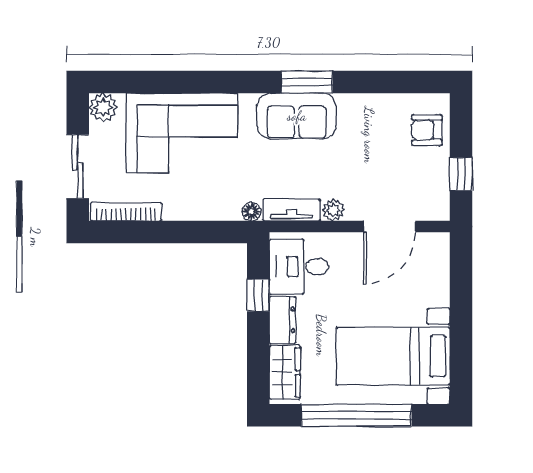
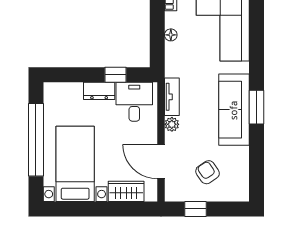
sofa: (297, 116) -> (234, 110), width x1.36
armchair: (427, 130) -> (208, 172), moved, turned -34
floor lamp: (251, 212) -> (171, 35), moved
wardrobe: (285, 372) -> (126, 191), moved, turned 180

